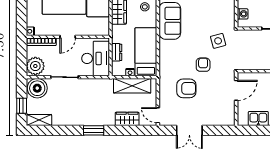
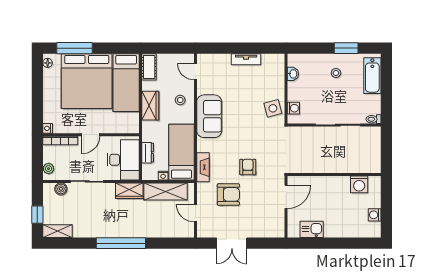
side table: (218, 41) -> (273, 108), moved
fireplace: (164, 65) -> (203, 167), added
plant: (35, 66) -> (49, 169), width x0.53, depth x0.53
boiler: (37, 88) -> (61, 189), width x0.54, depth x0.54
door: (158, 115) -> (195, 213), moved
wardrobe: (127, 119) -> (129, 191), moved, turned 180
window: (94, 130) -> (121, 243), width x2.11

